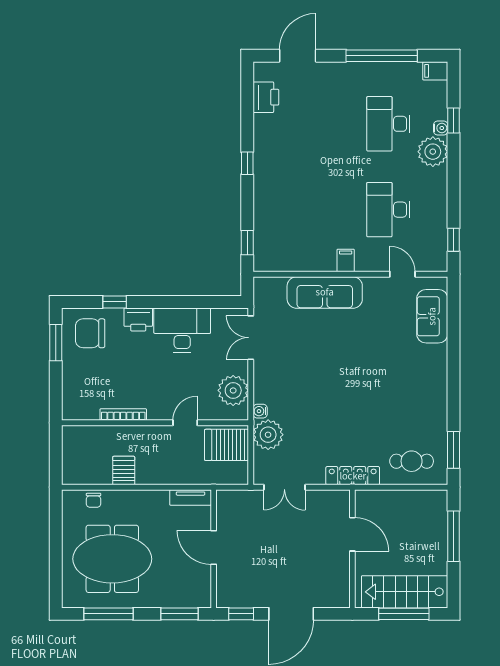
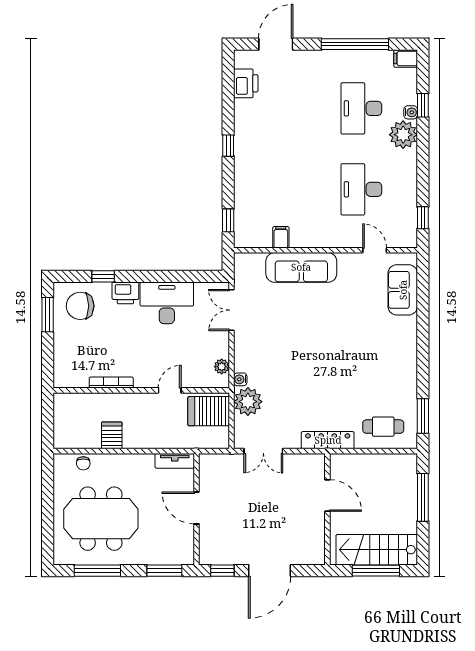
filing cabinet: (346, 260) -> (281, 237), moved
plant: (233, 390) -> (222, 367), width x0.53, depth x0.53

